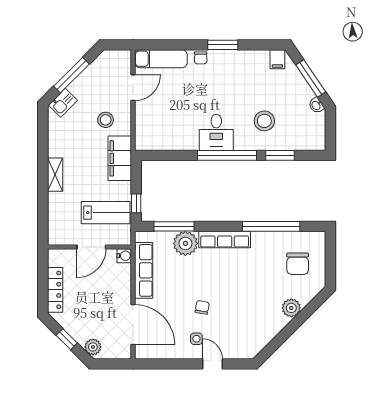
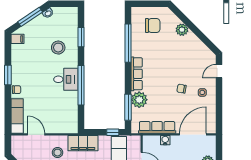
window: (227, 155) -> (81, 85), moved
water cooler: (124, 256) -> (165, 140), moved
door: (212, 364) -> (219, 71), moved

